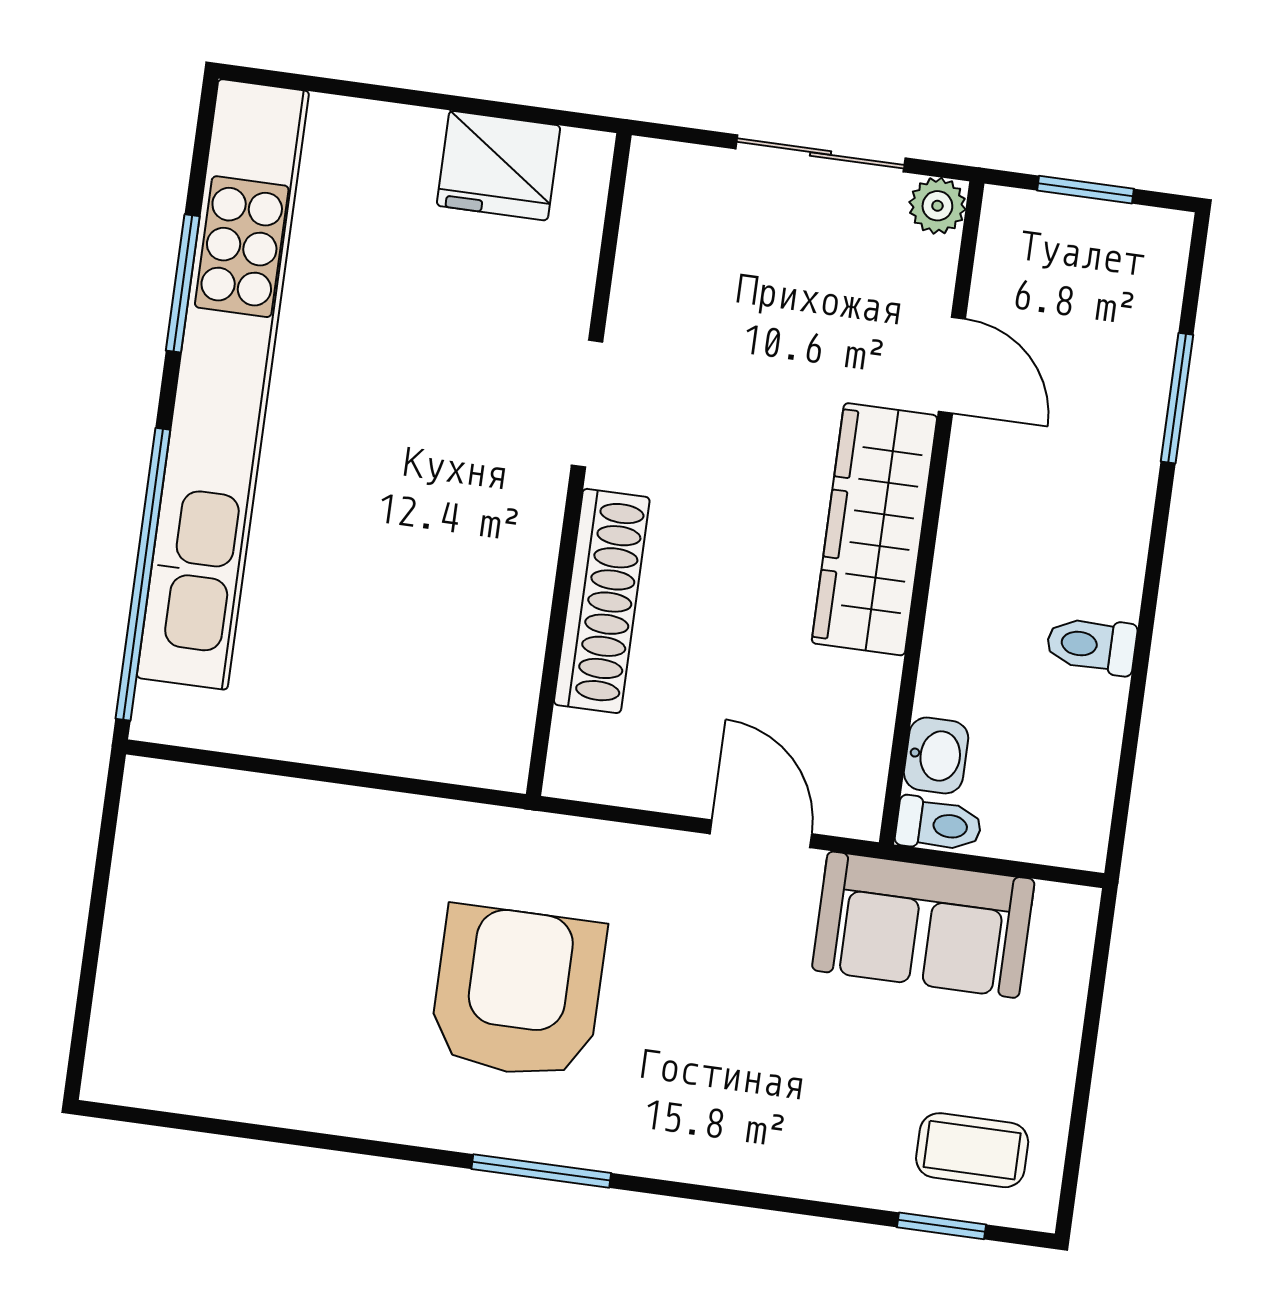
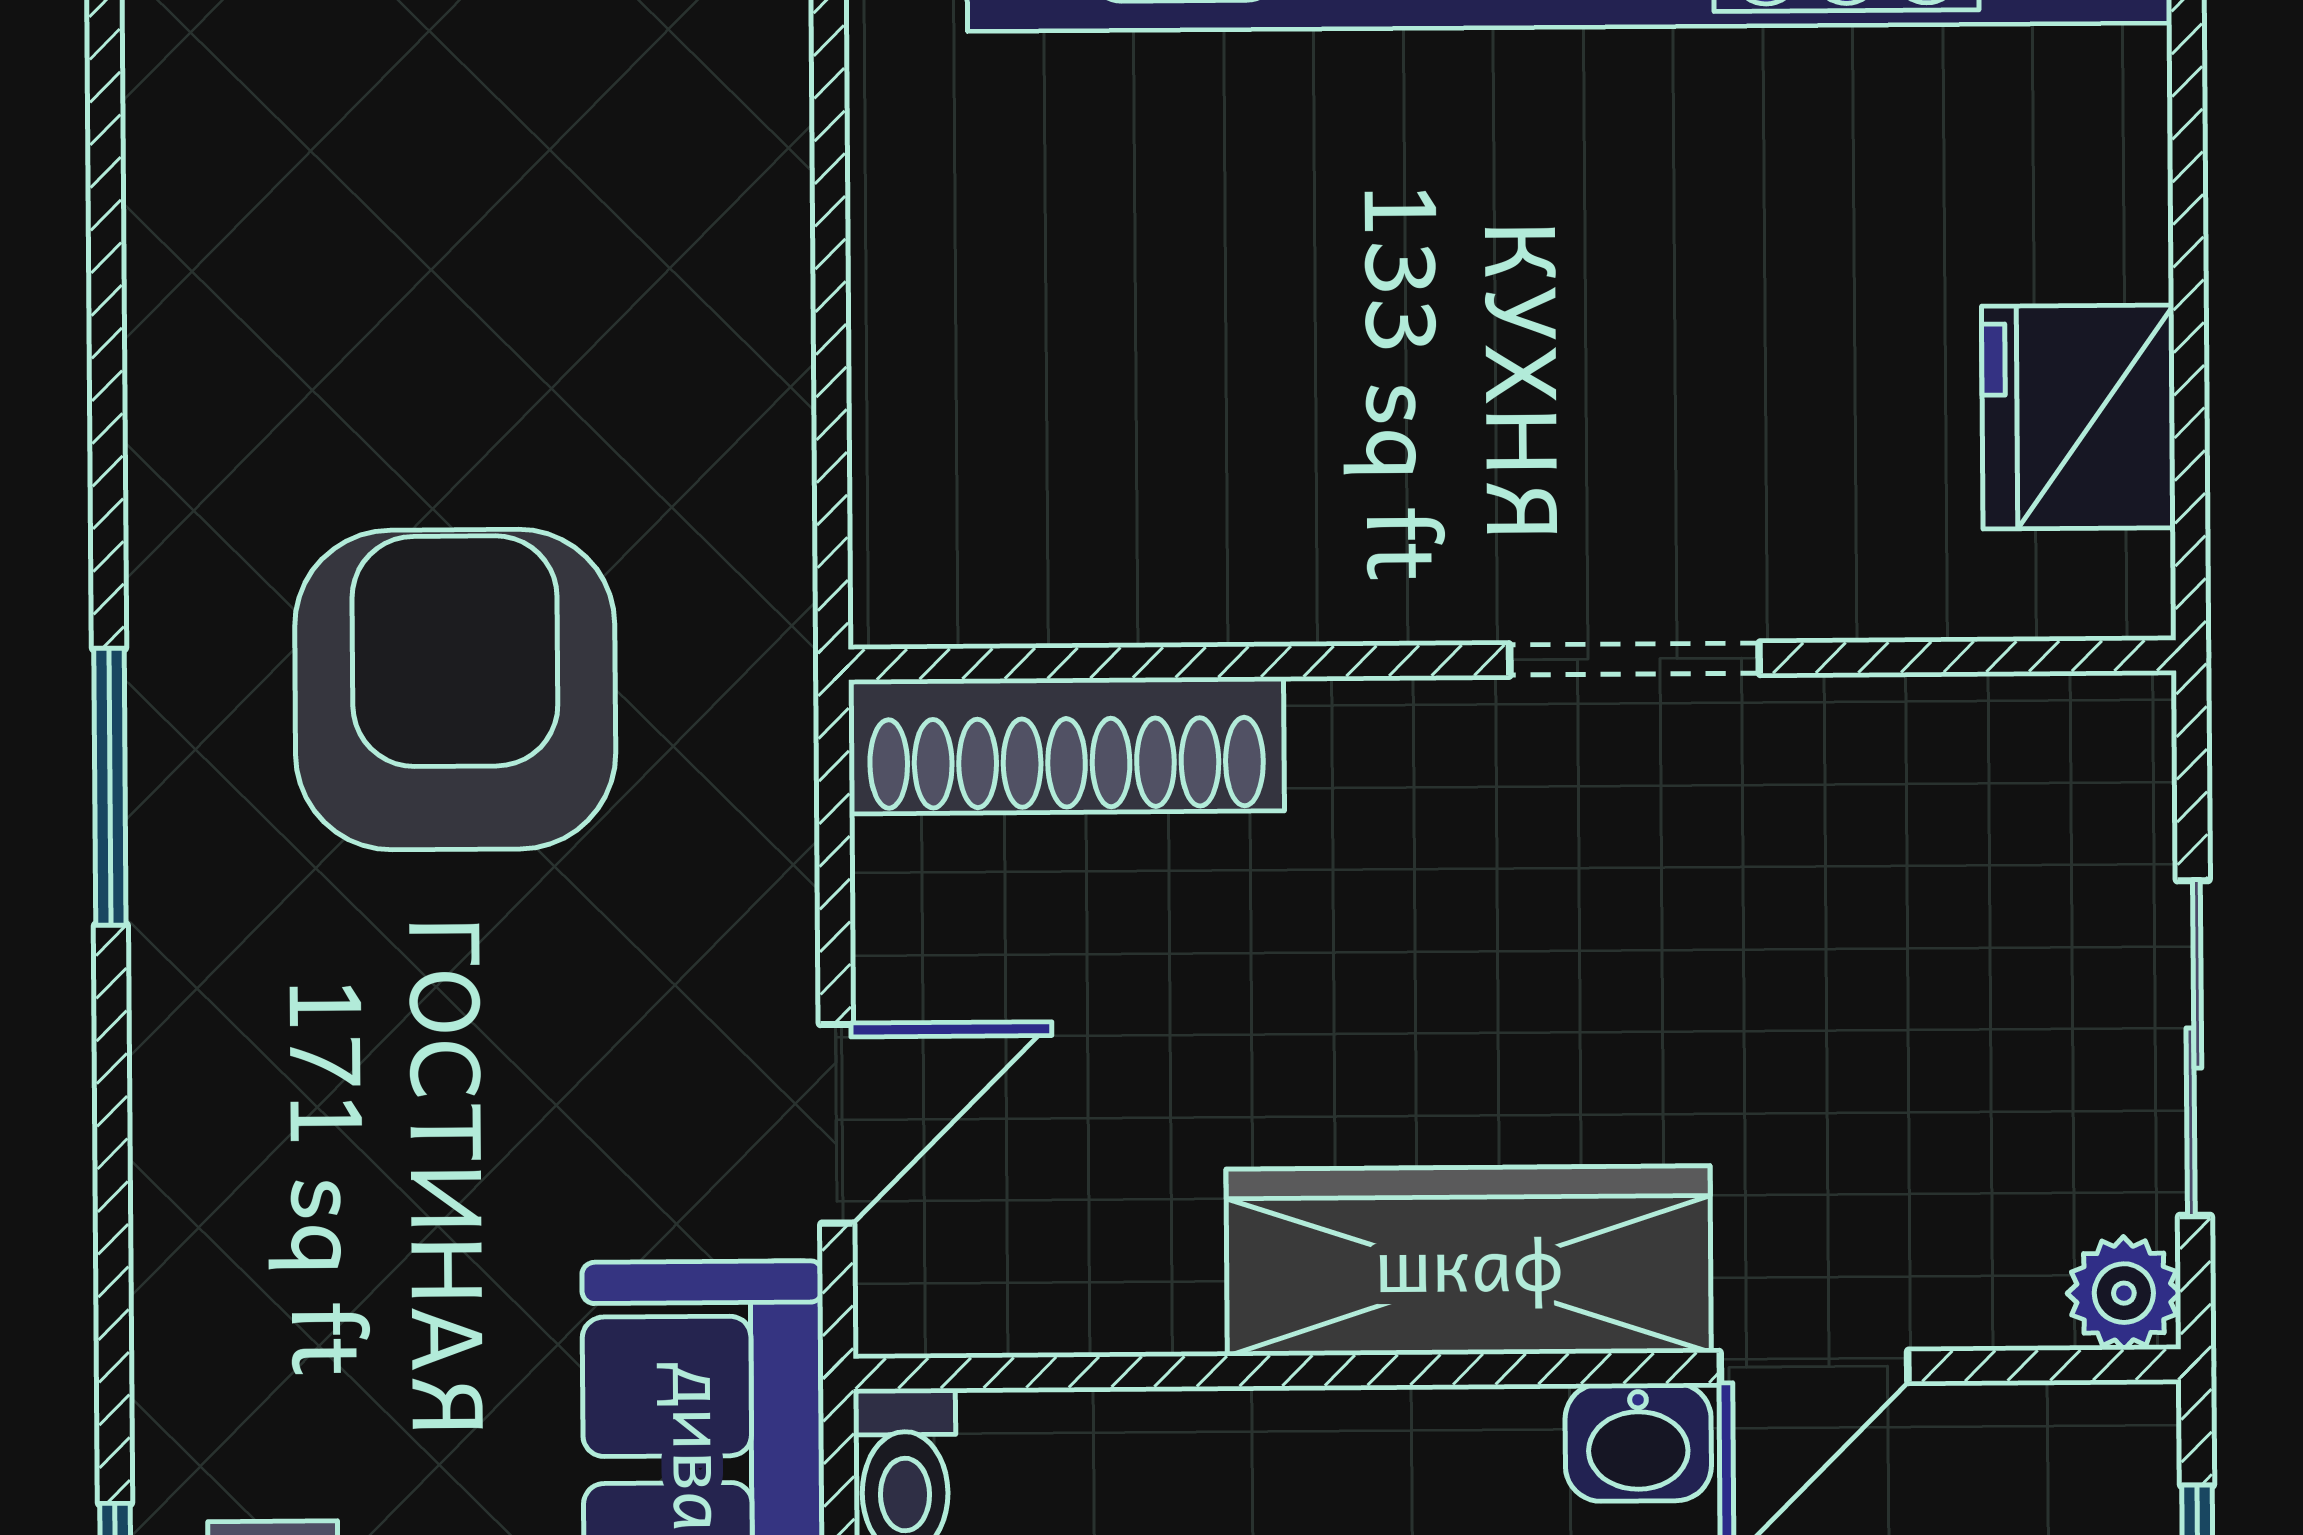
shoe rack: (602, 601) -> (1066, 745), moved
washbasin: (936, 755) -> (1638, 1442), moved
armchair: (518, 992) -> (455, 690), turned -90

